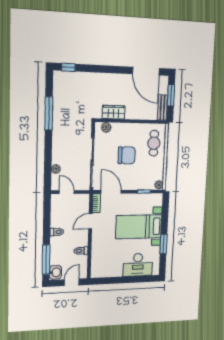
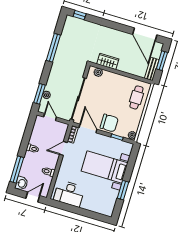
chair: (127, 155) -> (109, 123), moved
window: (48, 170) -> (39, 94), added
desk: (138, 265) -> (69, 194), moved

